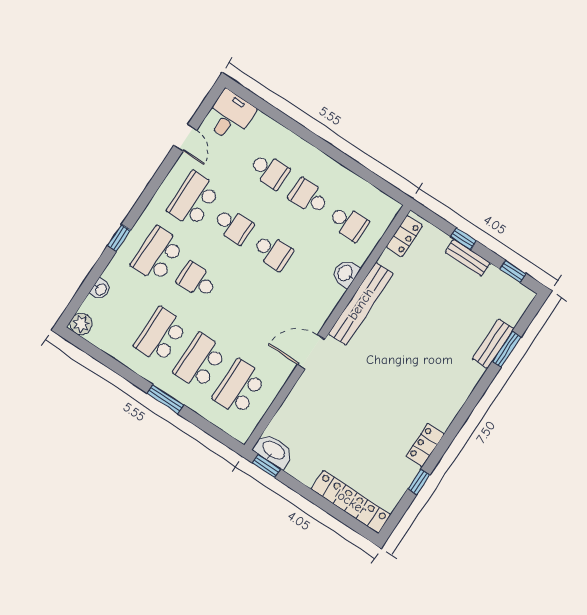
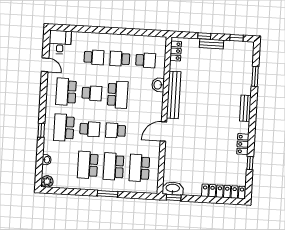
school desk: (273, 252) -> (118, 95), width x1.85
school desk: (197, 281) -> (90, 129), turned 180
school desk: (236, 307) -> (116, 131), added
bench: (493, 344) -> (245, 108), moved

